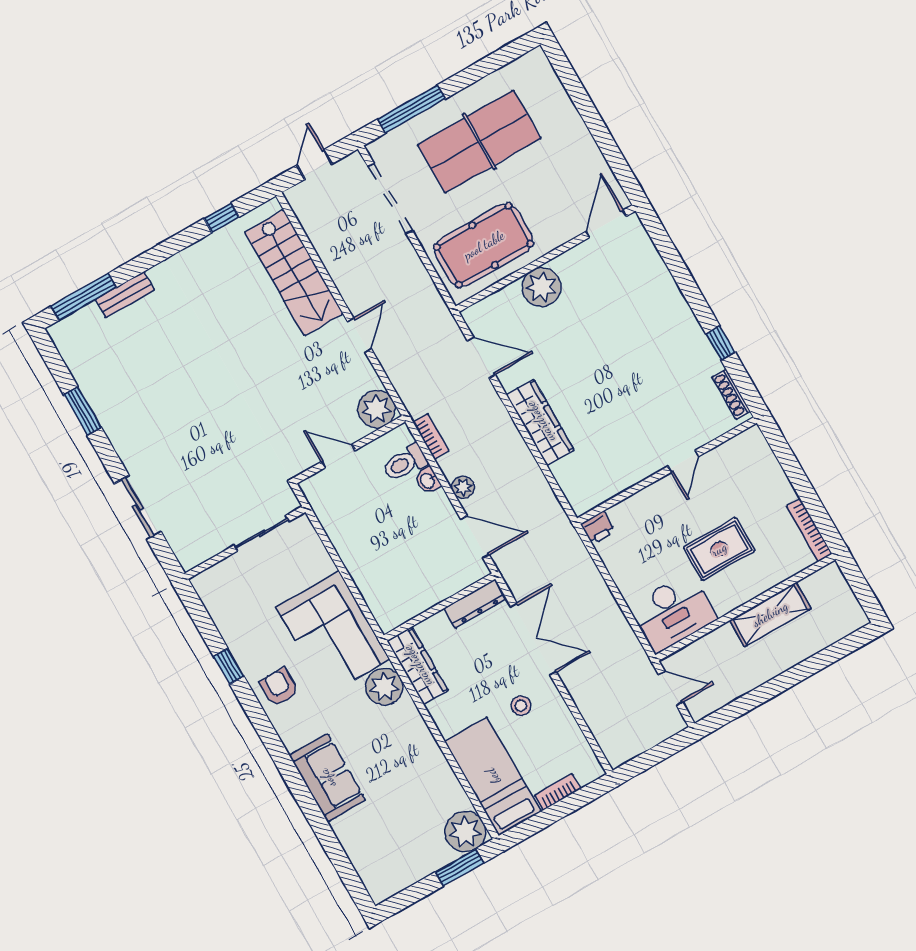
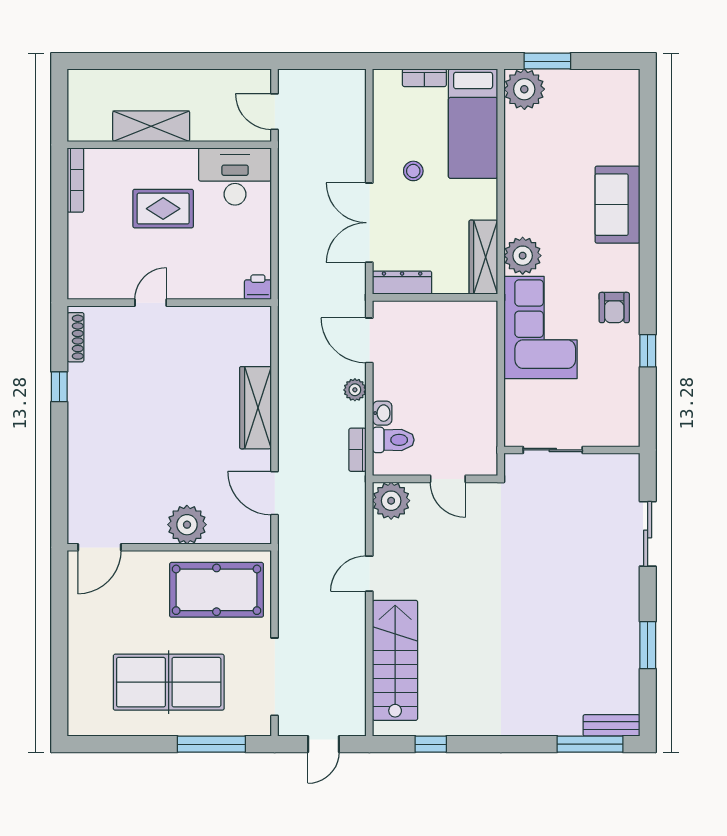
bench: (125, 295) -> (611, 725), moved

